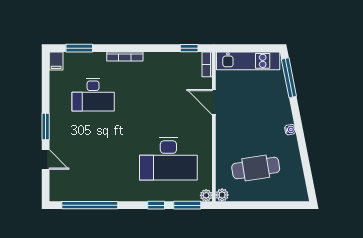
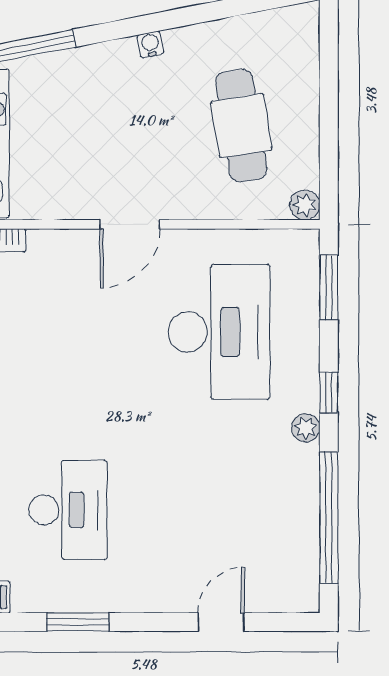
door: (214, 102) -> (130, 224), moved
window: (46, 127) -> (78, 622), moved
plant: (206, 195) -> (306, 428), moved
window: (156, 205) -> (329, 392), moved

